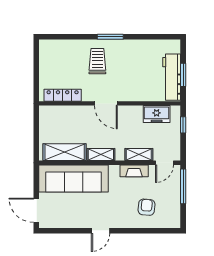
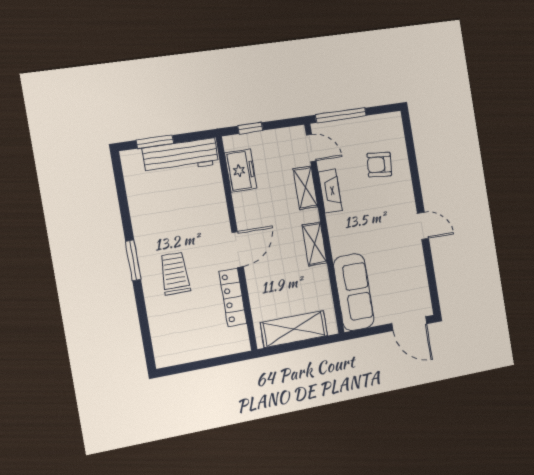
trolley: (97, 61) -> (175, 274), turned 90
window: (183, 75) -> (155, 142), moved
locker: (63, 95) -> (233, 298), moved
shelving: (65, 152) -> (294, 329), moved, turned 90
sofa: (74, 178) -> (354, 292), width x0.74, depth x0.79
door: (36, 210) -> (409, 324), hinge flipped

